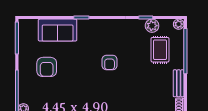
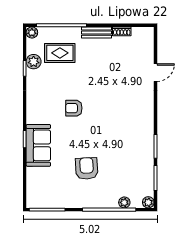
sofa: (58, 30) -> (38, 145), moved
armchair: (110, 63) -> (74, 108), turned 180
armchair: (47, 67) -> (87, 168), moved, turned -93

